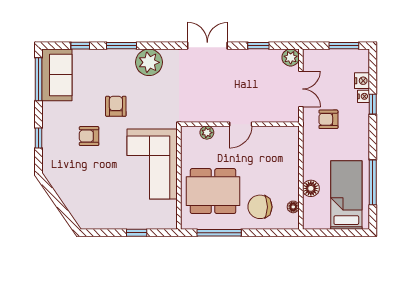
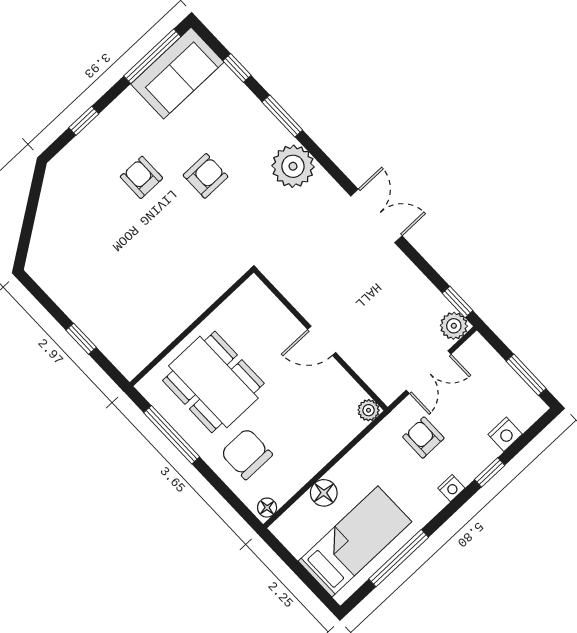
window: (258, 46) -> (458, 302), moved
nightstand: (363, 96) -> (451, 488), moved
plant: (207, 133) -> (369, 410), moved
corner sofa: (152, 164) -> (178, 281), removed
floor lamp: (293, 207) -> (267, 508), moved

